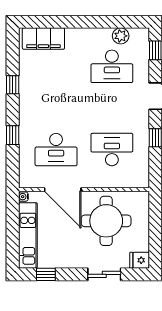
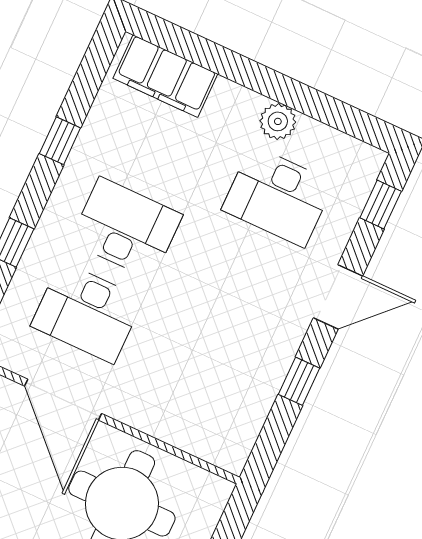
plant: (121, 36) -> (278, 121), moved
desk: (112, 150) -> (126, 228), moved

